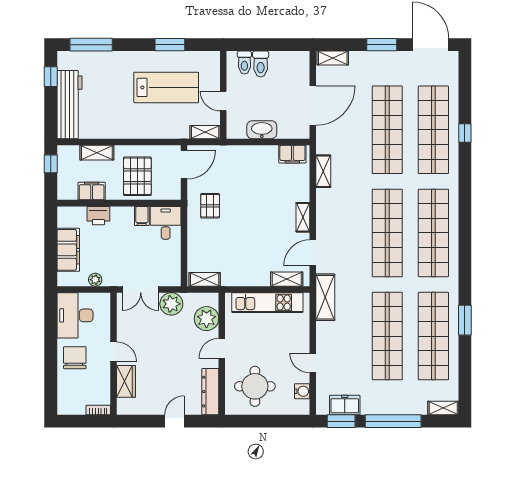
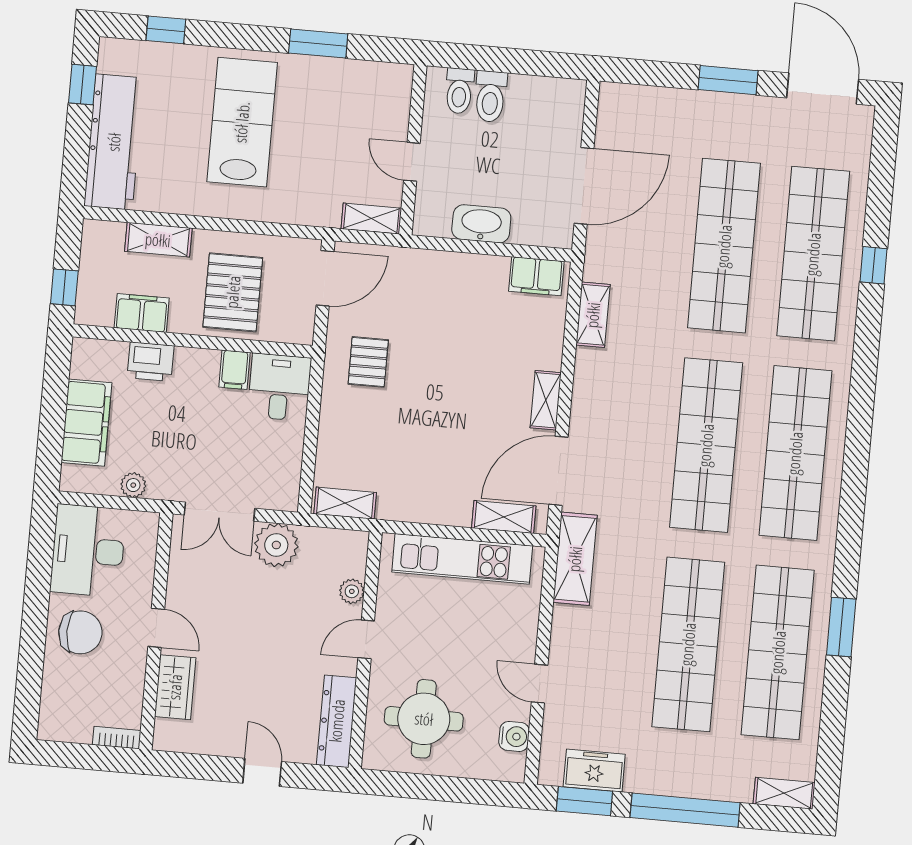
window: (91, 45) -> (166, 30), width x0.46
shelving: (333, 58) -> (631, 97), removed
lab bench: (166, 87) -> (242, 122), moved, turned -90
window: (51, 164) -> (64, 287), moved
door: (313, 253) -> (559, 471), width x1.36
plant: (206, 319) -> (352, 591), width x0.53, depth x0.53
chair: (75, 358) -> (80, 632), turned 90
door: (174, 421) -> (262, 772), hinge flipped

